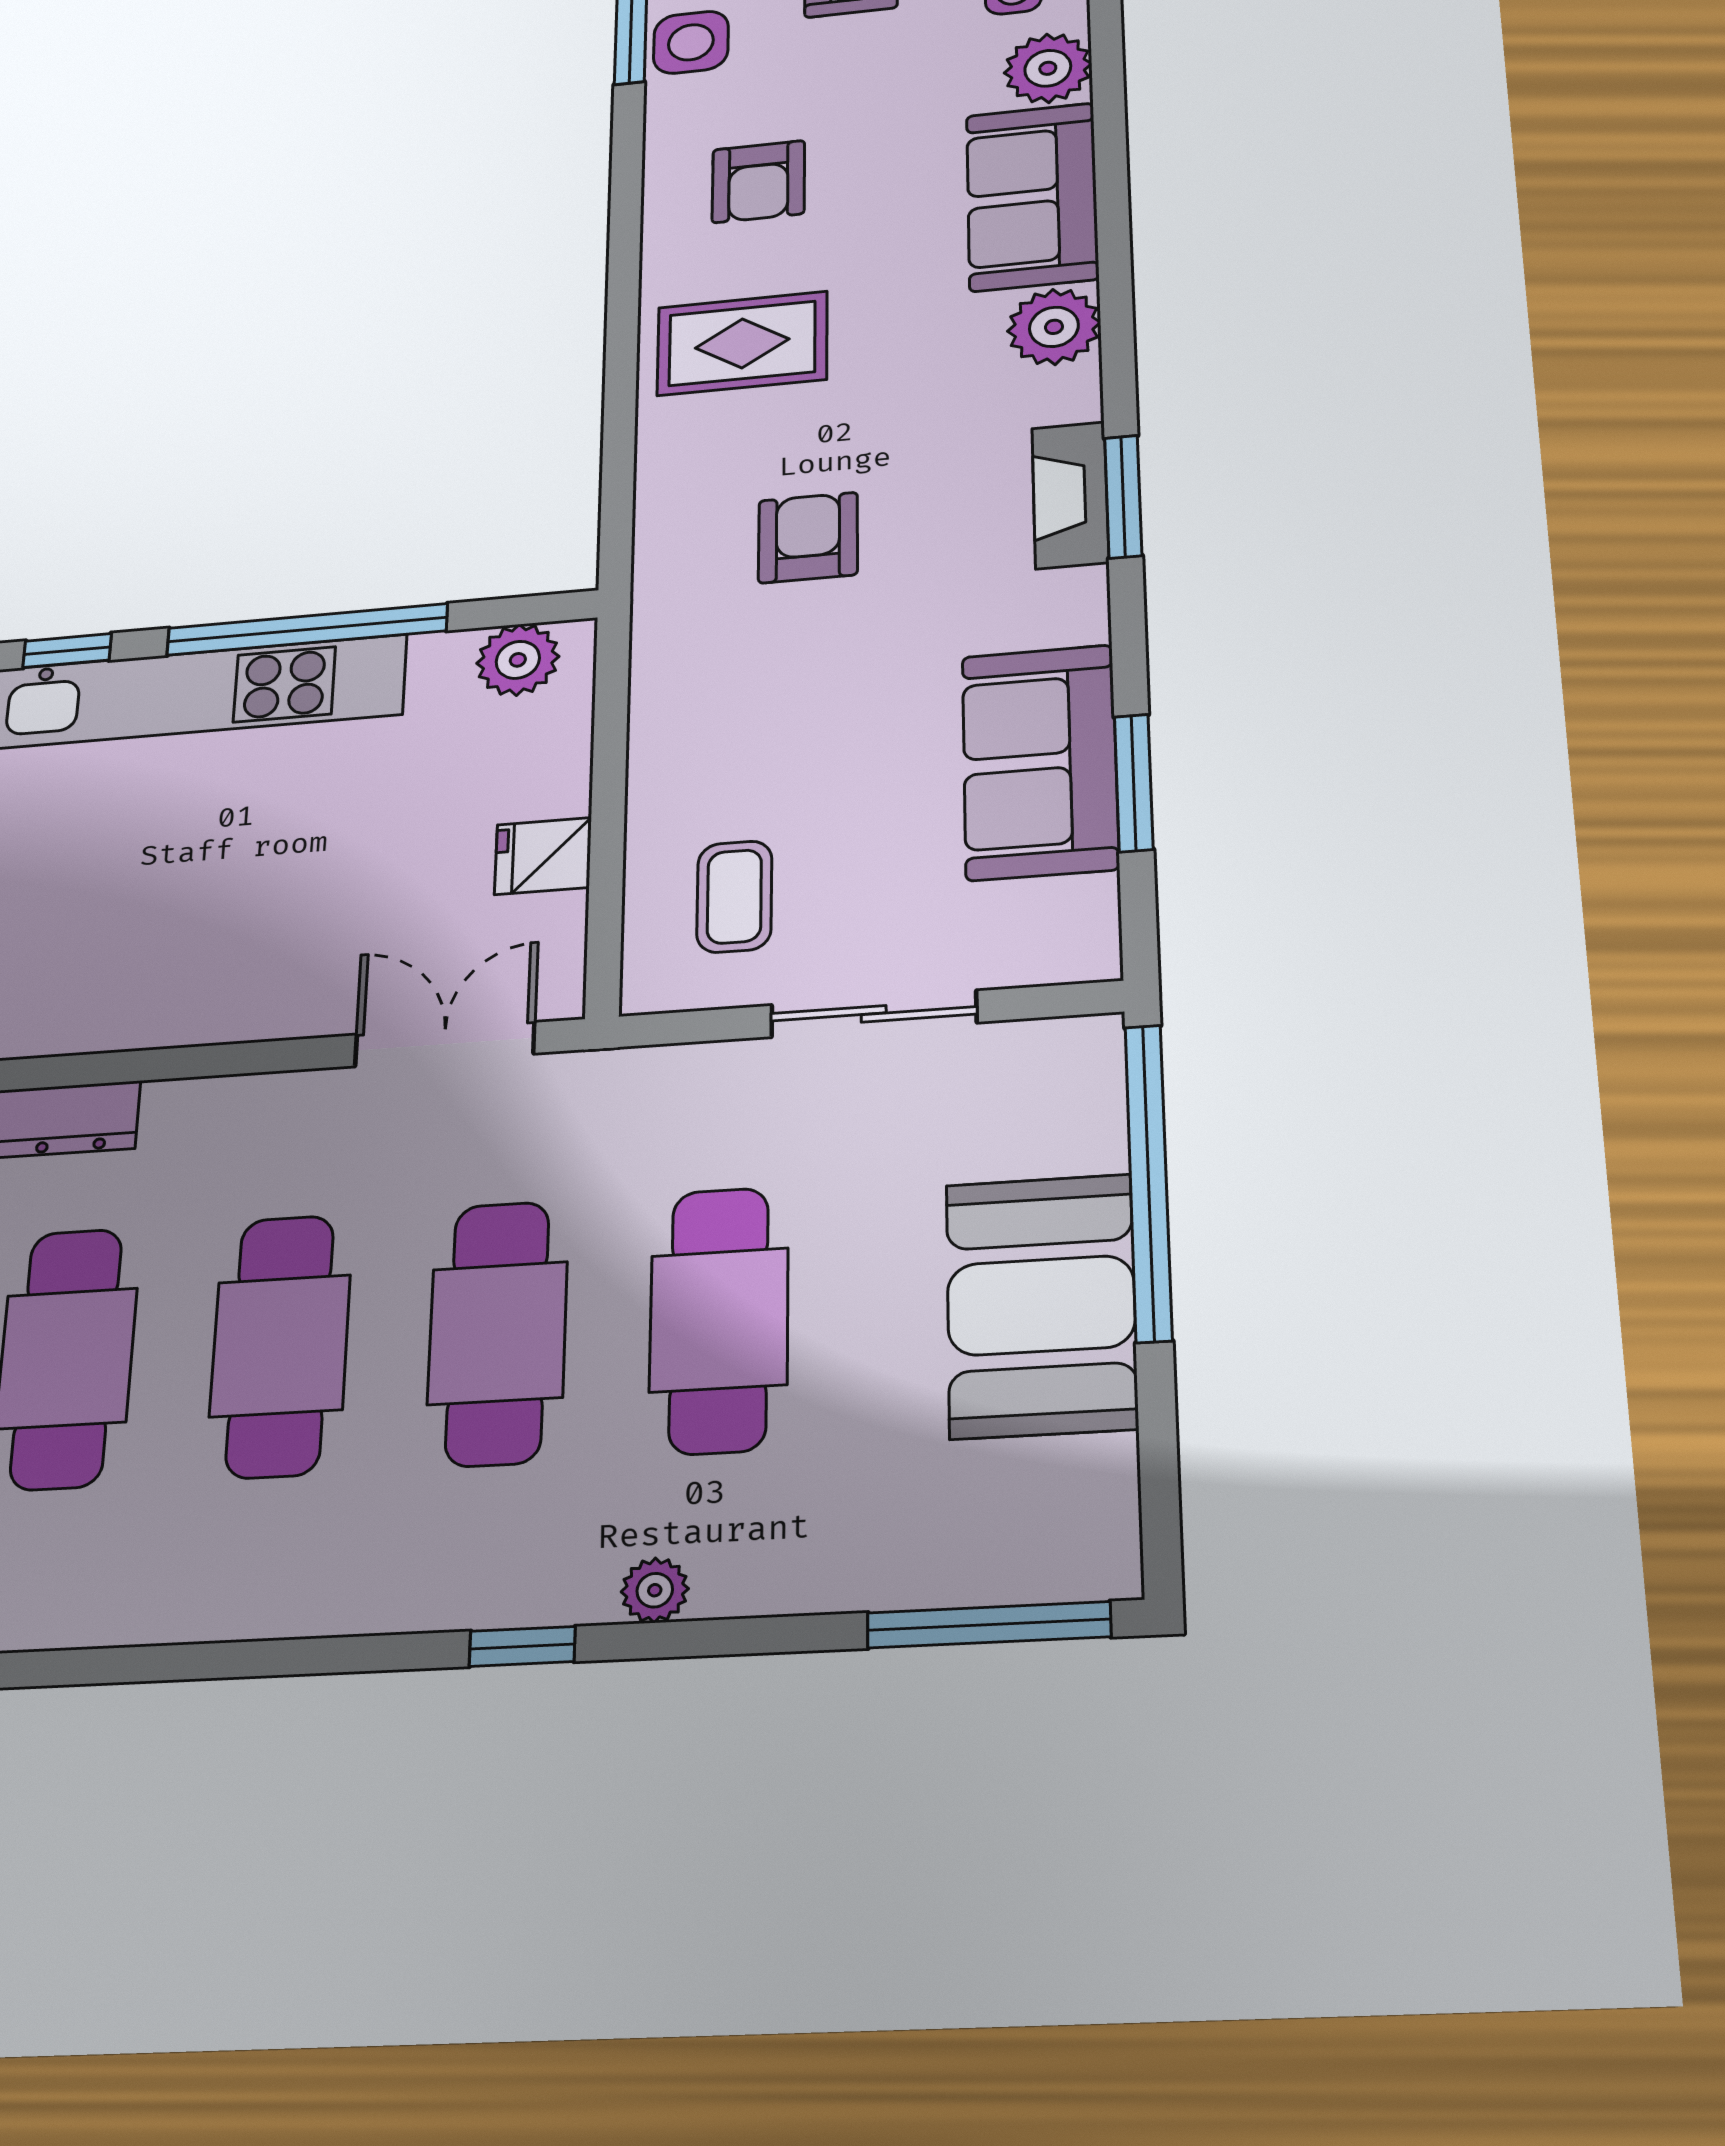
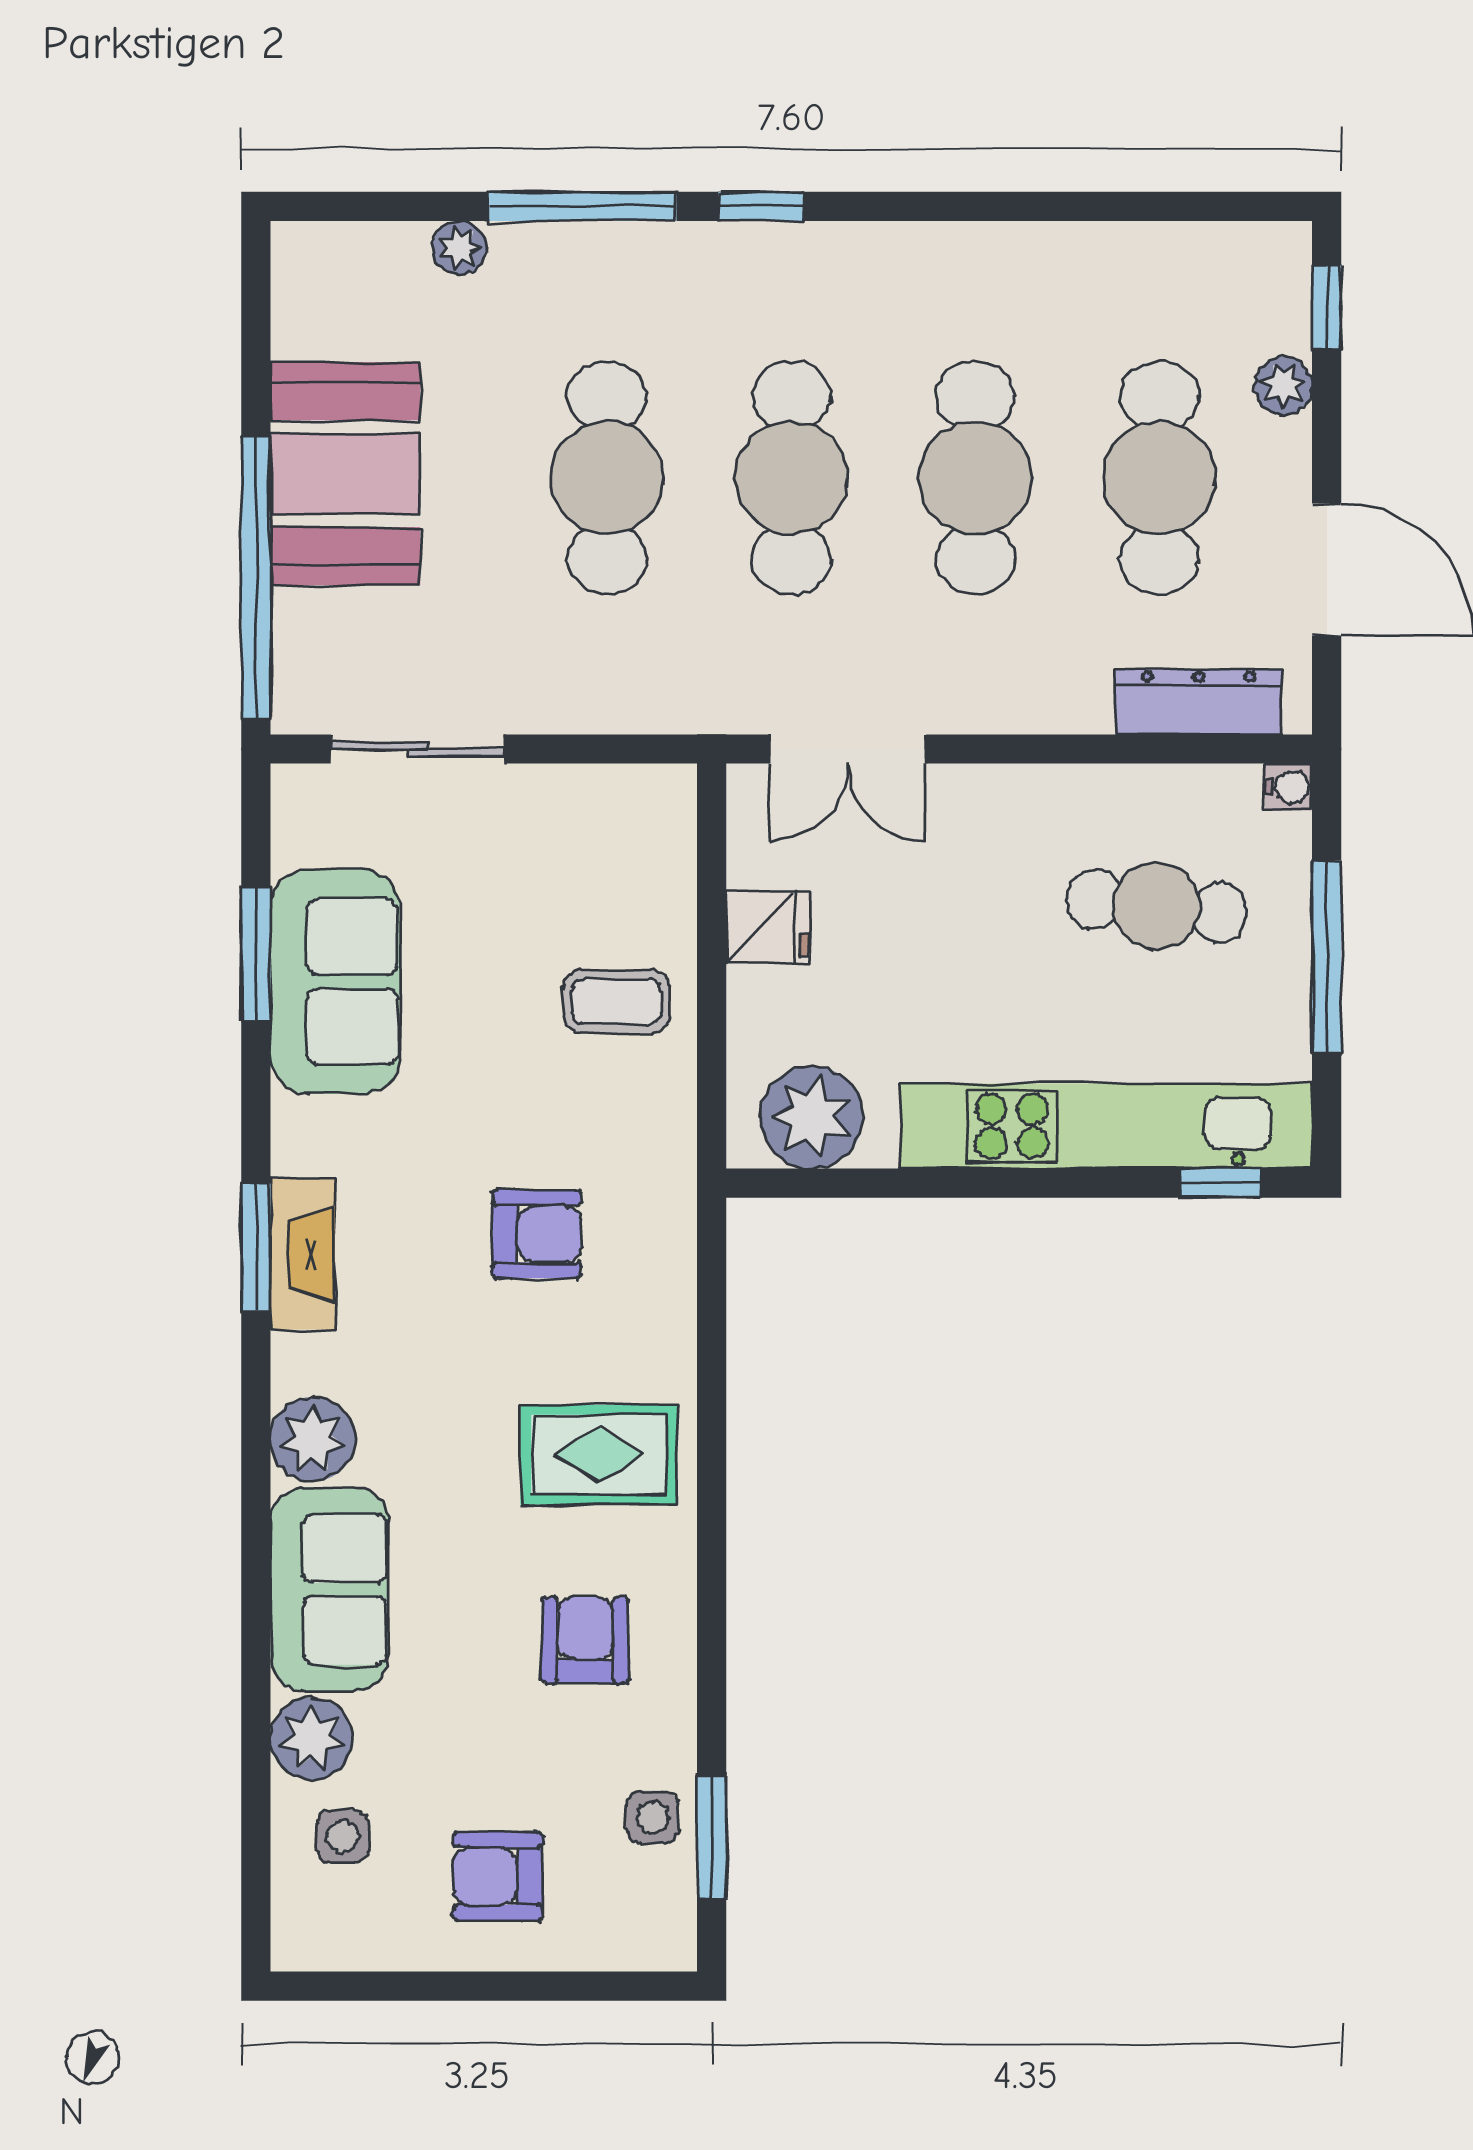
side table: (691, 42) -> (653, 1817), width x0.73, depth x0.73
armchair: (808, 538) -> (537, 1234), turned -90
window: (307, 629) -> (995, 1183), removed
plant: (518, 660) -> (811, 1117), width x1.36, depth x1.36
coffee table: (734, 897) -> (617, 1002), moved, turned 90
cafe table: (110, 910) -> (1157, 906), added
sliding door: (874, 1014) -> (418, 749), moved
plant: (655, 1590) -> (460, 248), moved
window: (989, 1625) -> (582, 206), moved

